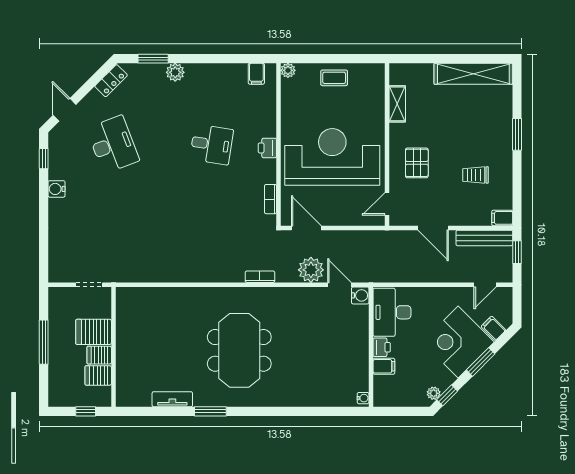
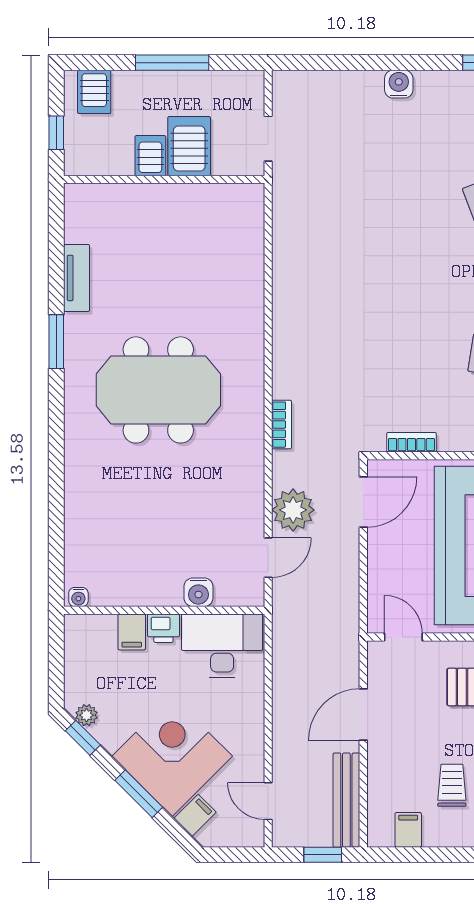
water cooler: (56, 189) -> (399, 84), moved
filing cabinet: (502, 218) -> (408, 830), moved
water cooler: (360, 295) -> (198, 592), moved
server rack: (98, 375) -> (94, 92), moved, turned 180

